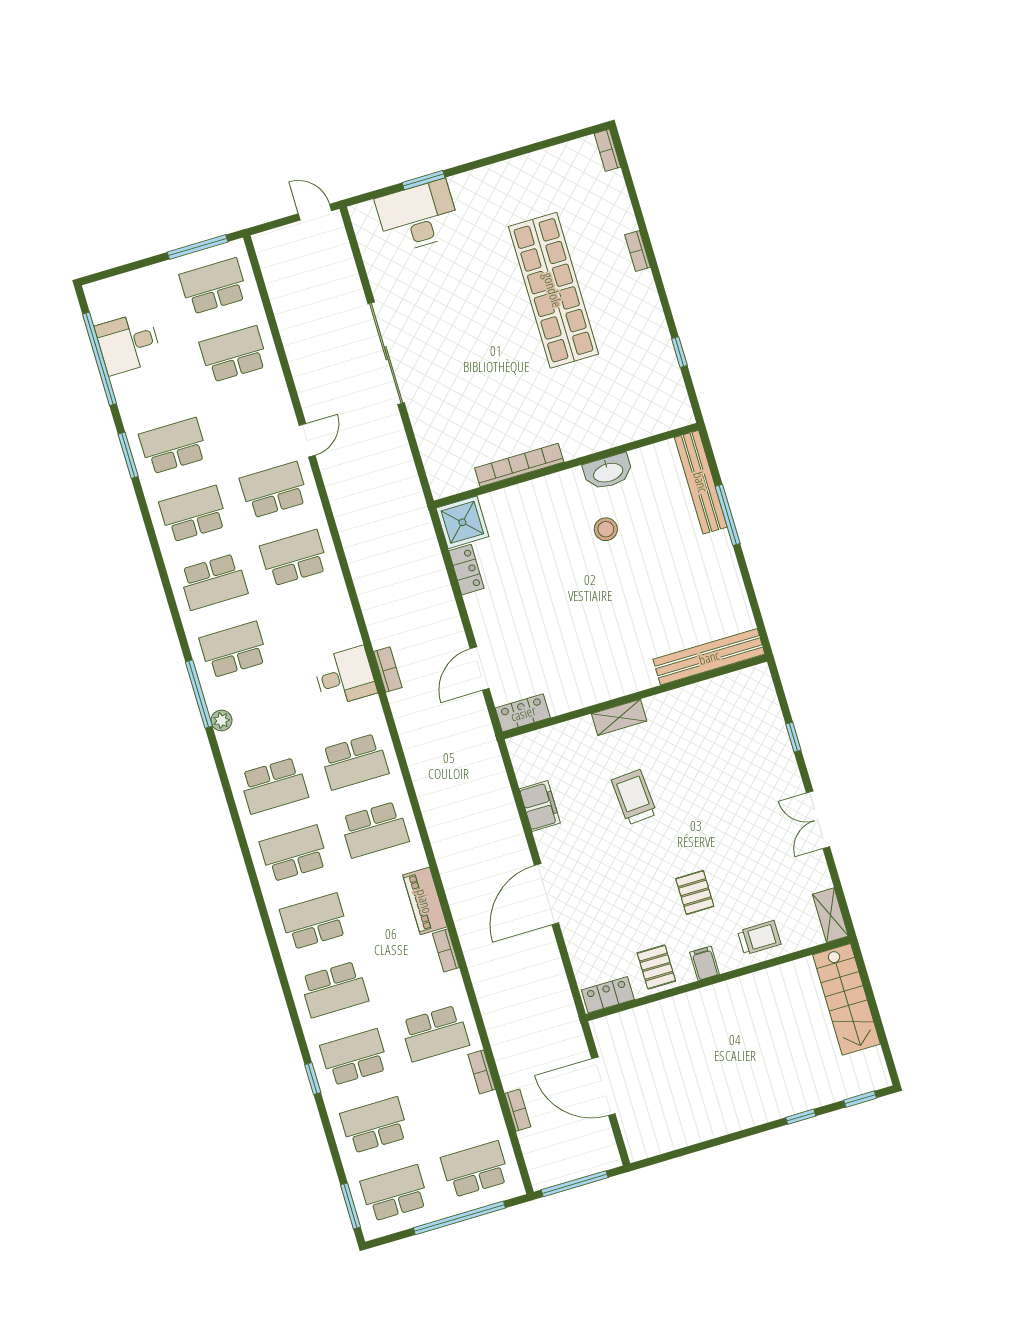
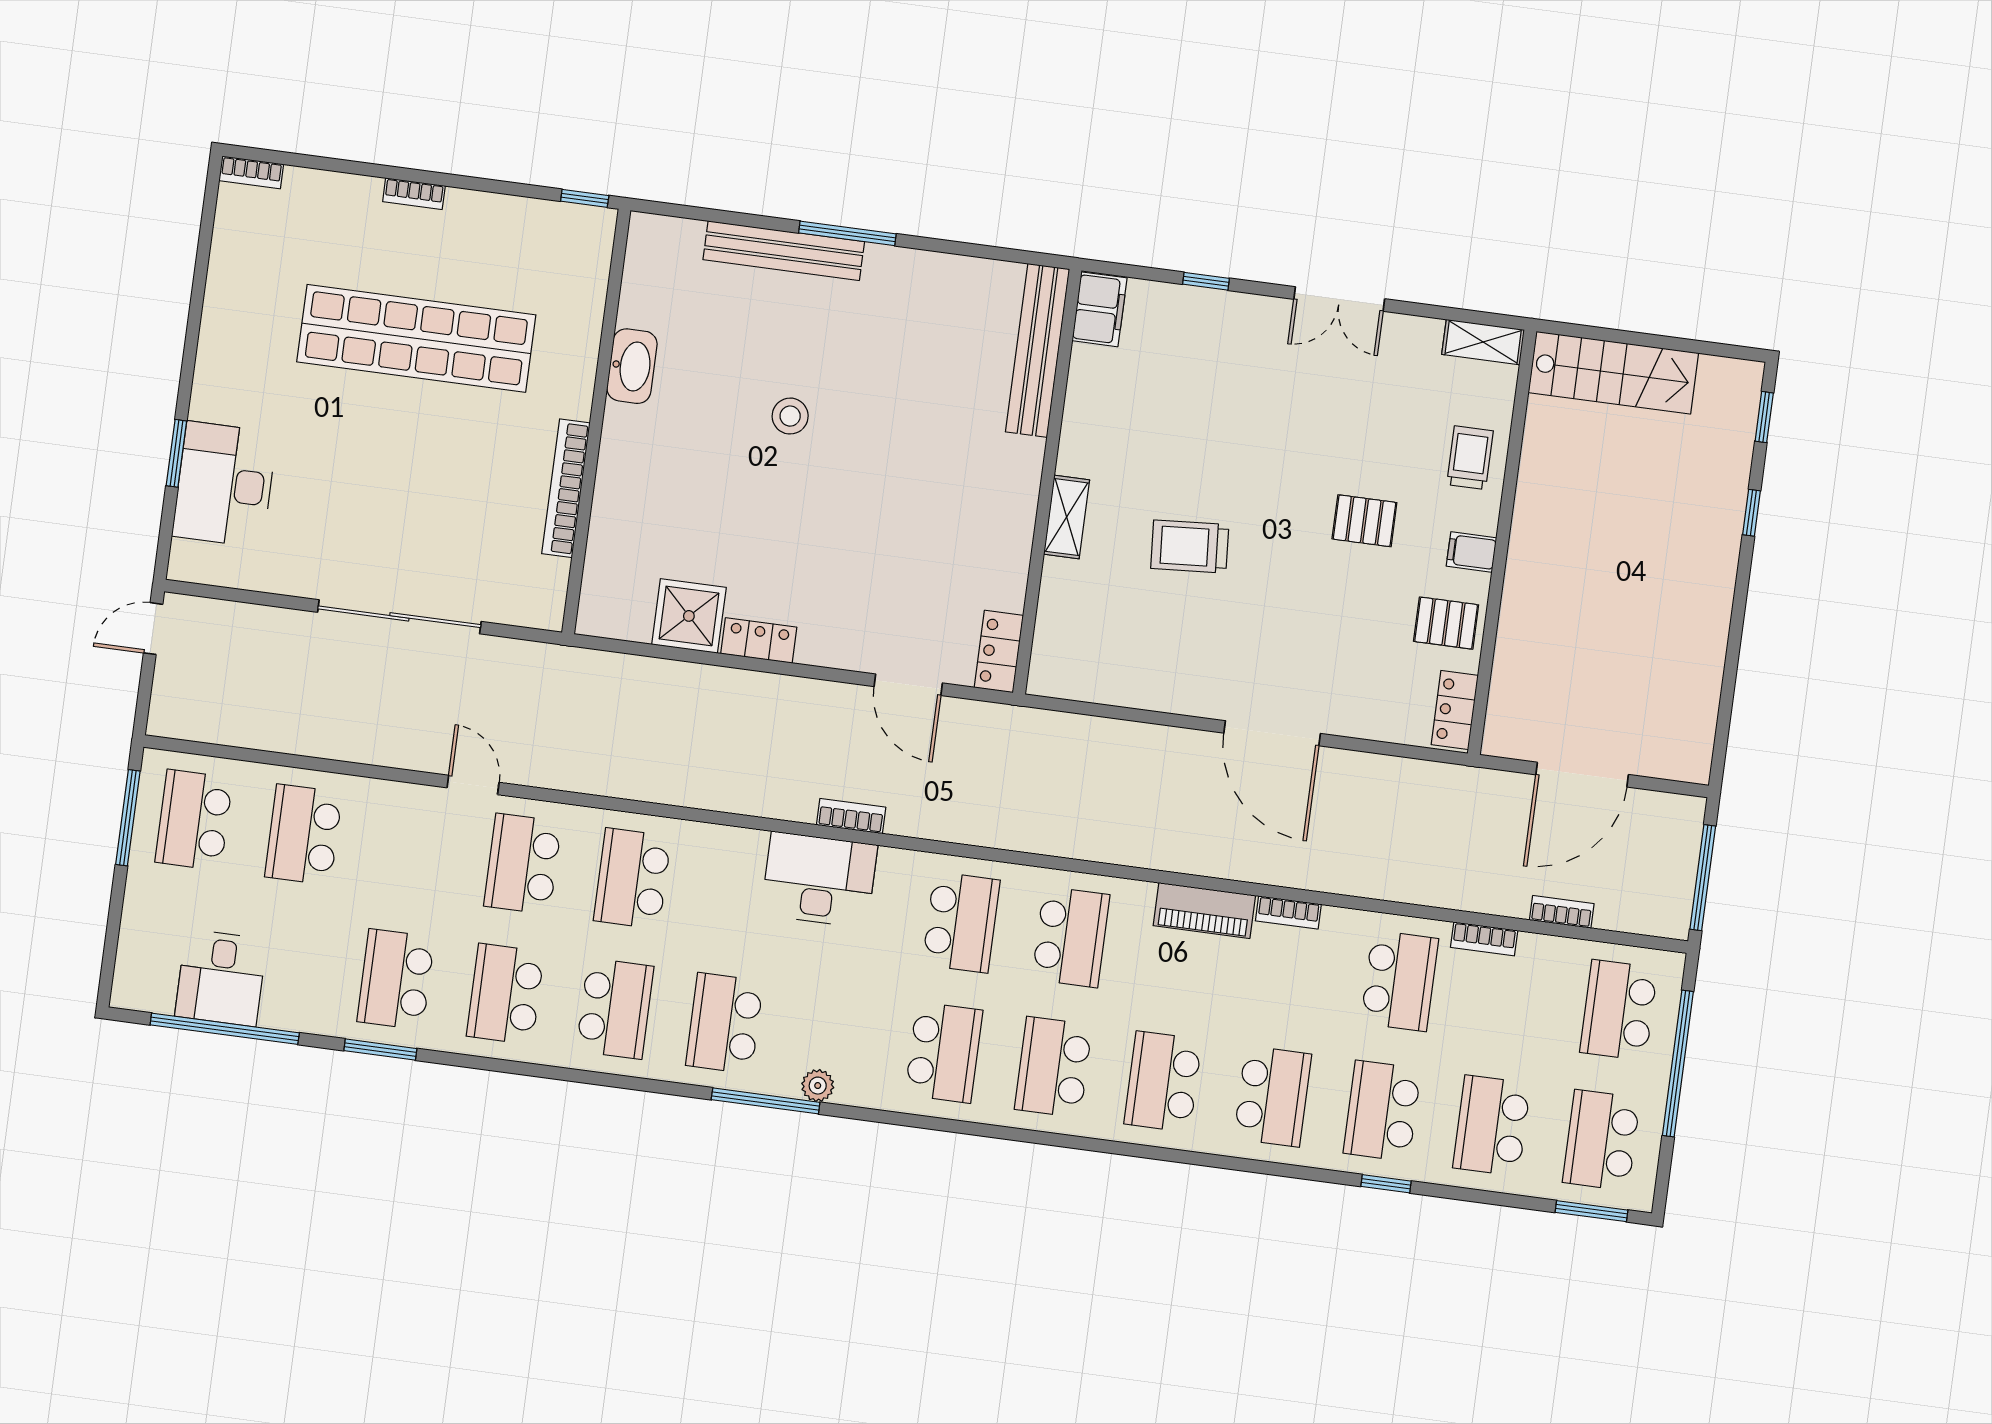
bookcase: (519, 465) -> (566, 488), moved
wall: (566, 465) -> (596, 421), moved
washbasin: (608, 472) -> (632, 366), moved
desk: (345, 676) -> (819, 880), width x1.37
filing cabinet: (540, 806) -> (1100, 309), moved, turned 90

